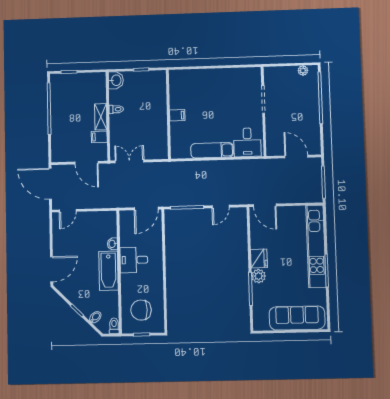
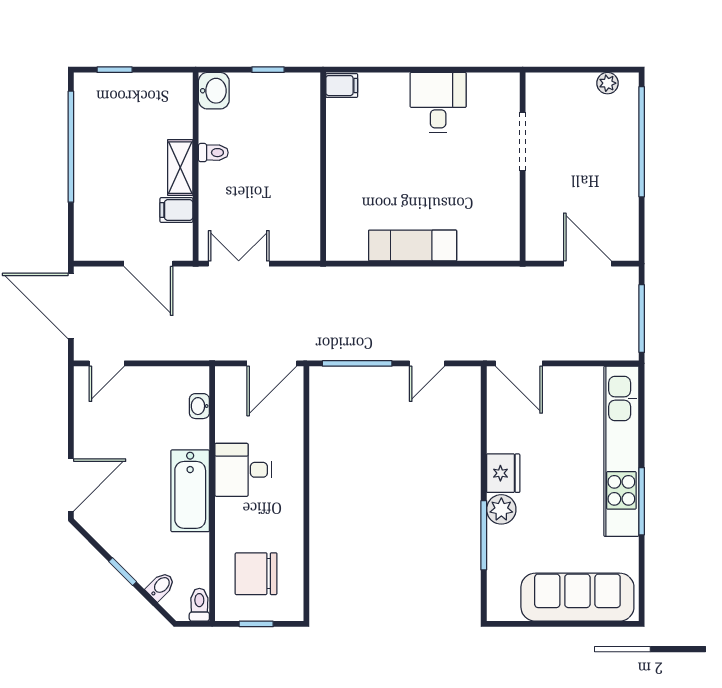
filing cabinet: (177, 115) -> (342, 86), moved
desk: (247, 142) -> (438, 103), moved, turned 180
washbasin: (112, 244) -> (199, 406), moved

